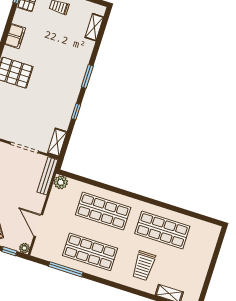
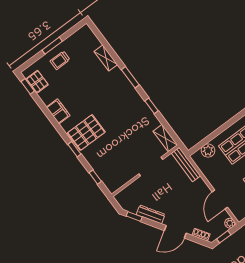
shelving: (94, 27) -> (106, 58), moved
plant: (61, 182) -> (208, 151), moved
door: (38, 226) -> (220, 200), hinge flipped

